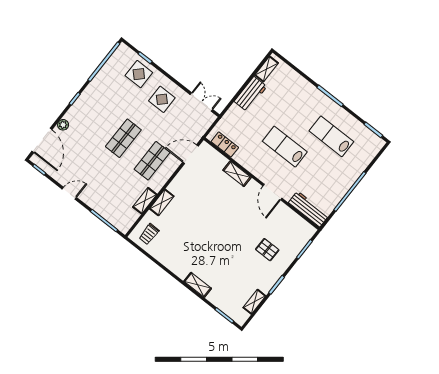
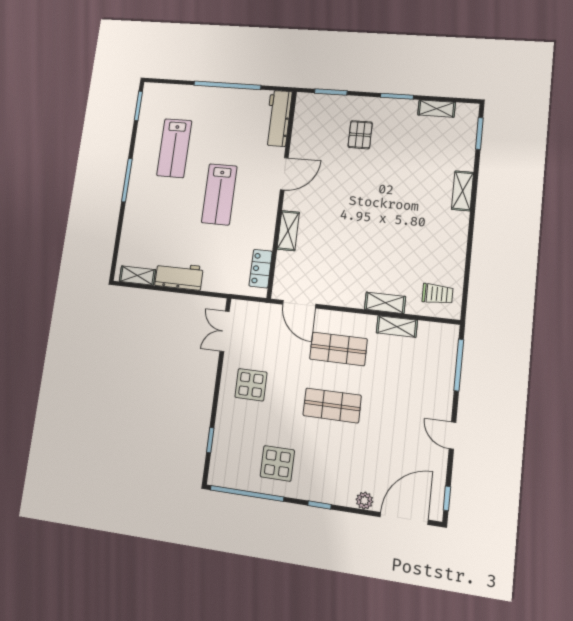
display table: (139, 74) -> (277, 463), moved

